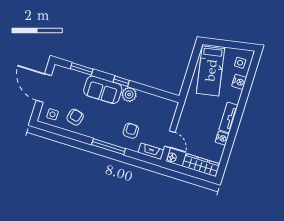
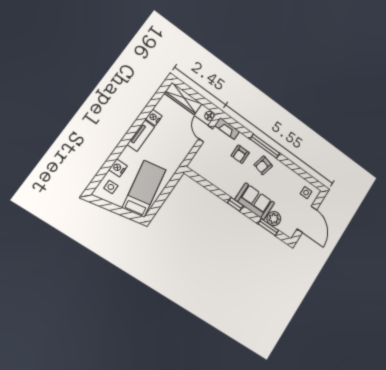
plant: (129, 95) -> (274, 219), moved
armchair: (75, 117) -> (263, 165), moved

